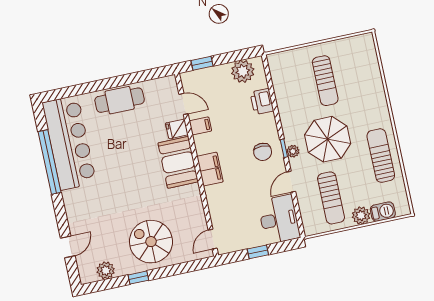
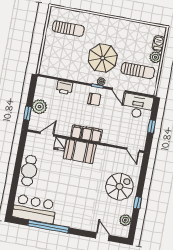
plant: (243, 71) -> (39, 107), moved
sun lounger: (325, 81) -> (68, 29), moved
filing cabinet: (200, 126) -> (76, 132), moved
bar counter: (69, 143) -> (34, 209), width x0.73
sun lounger: (381, 156) -> (125, 31), removed
spiral stairs: (151, 242) -> (120, 187), turned 180

